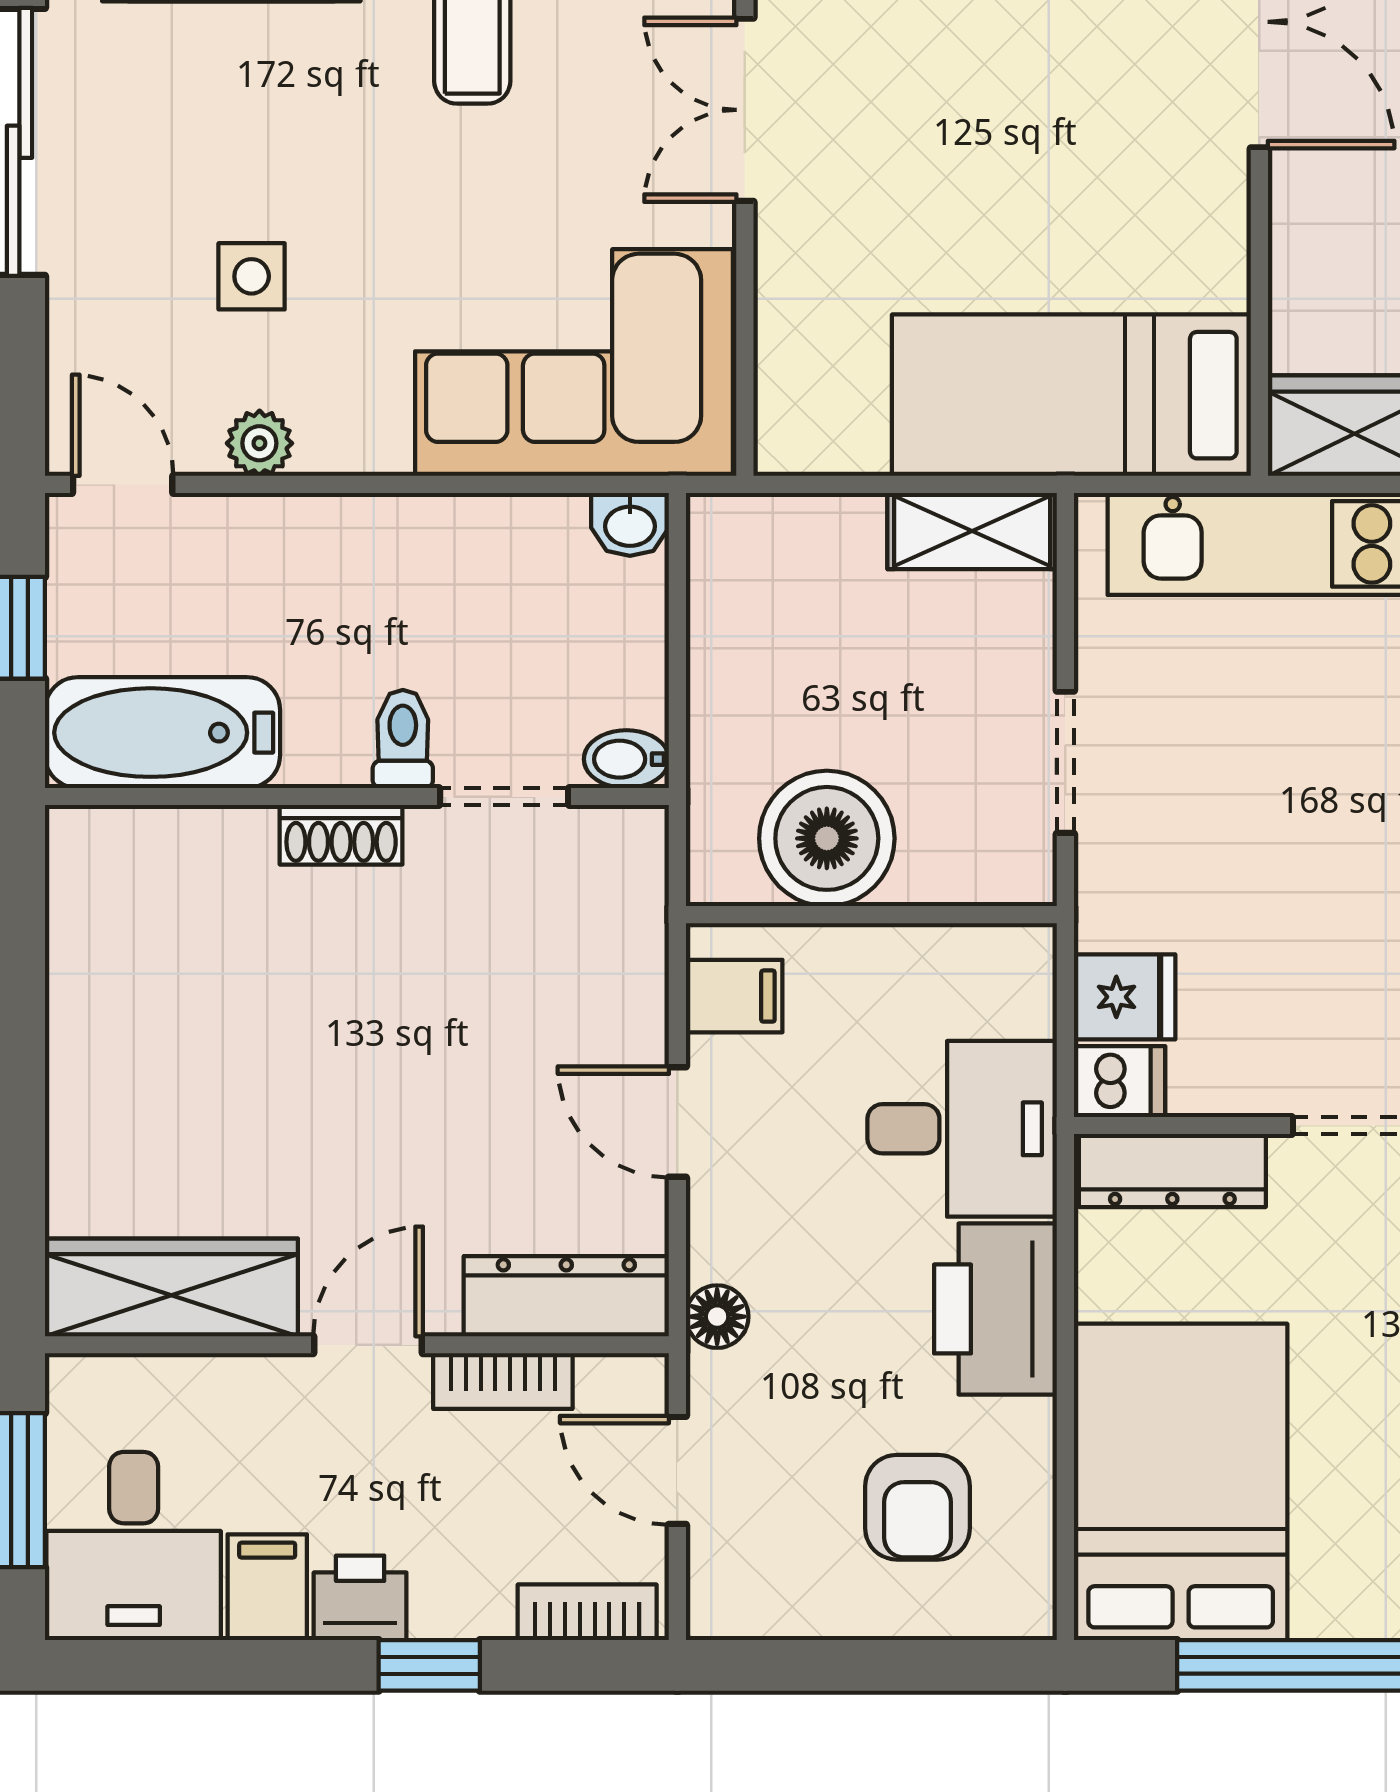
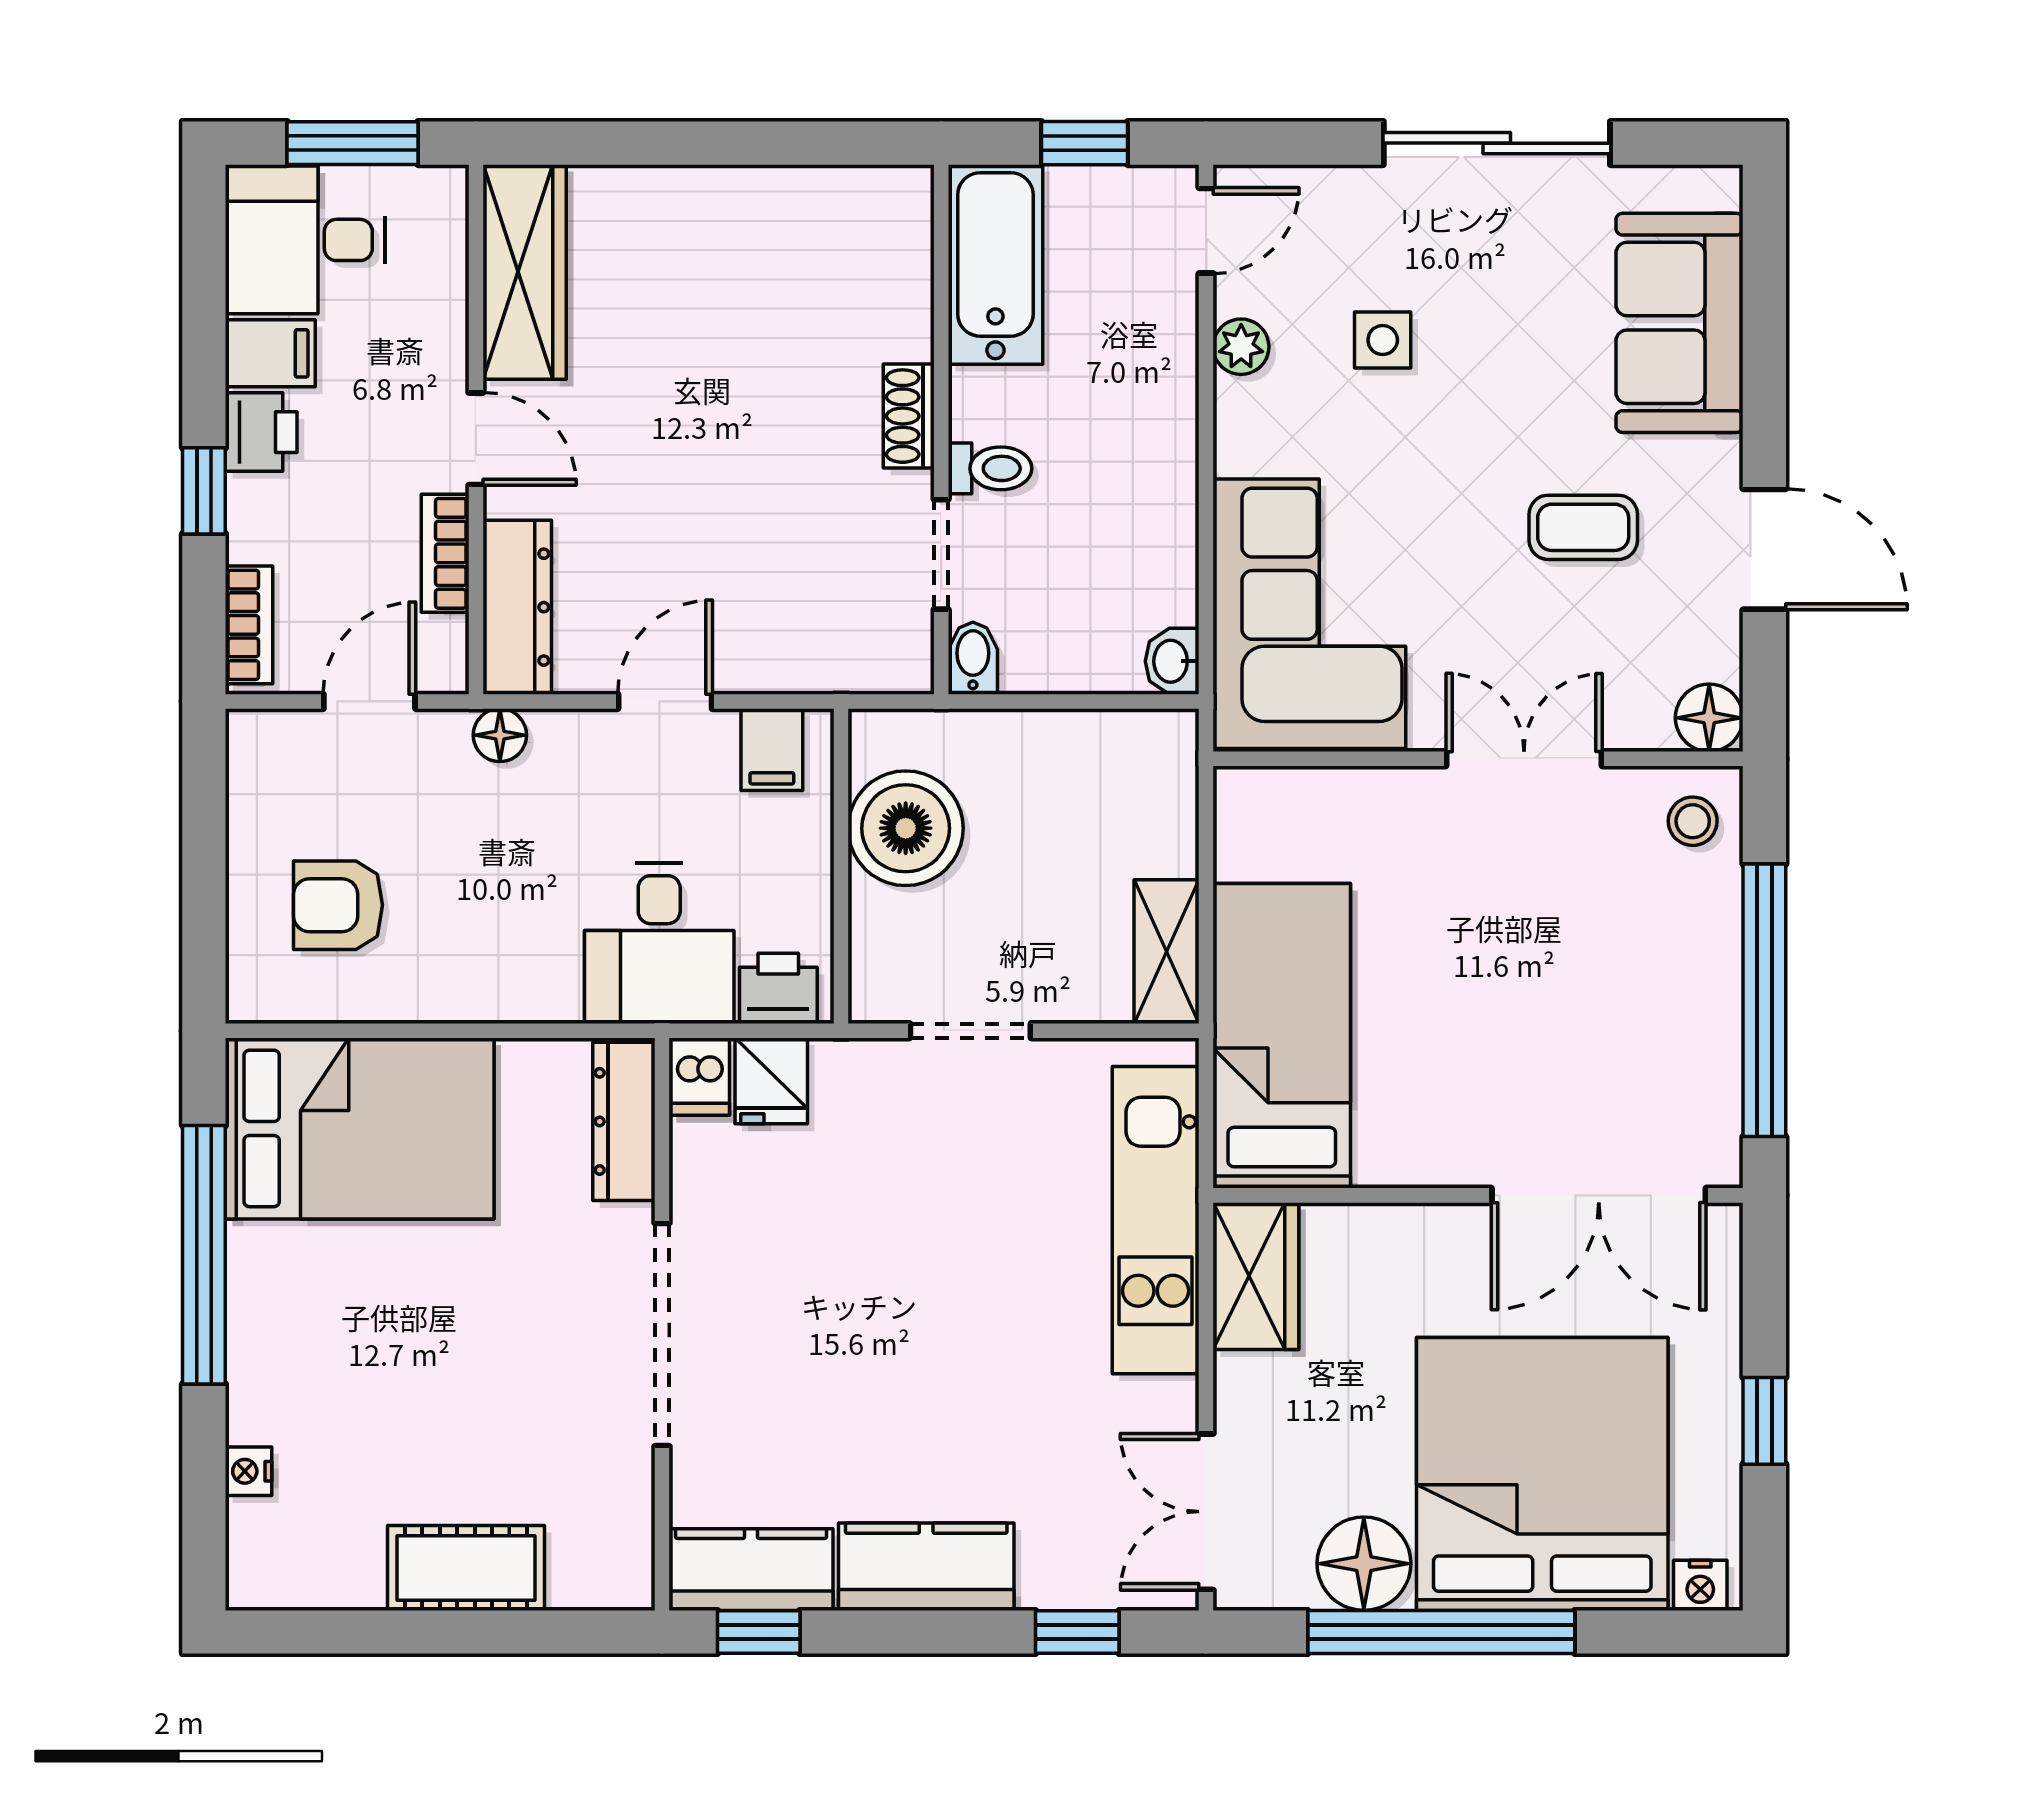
printer: (995, 1309) -> (778, 988), moved, width x0.53, depth x0.68

